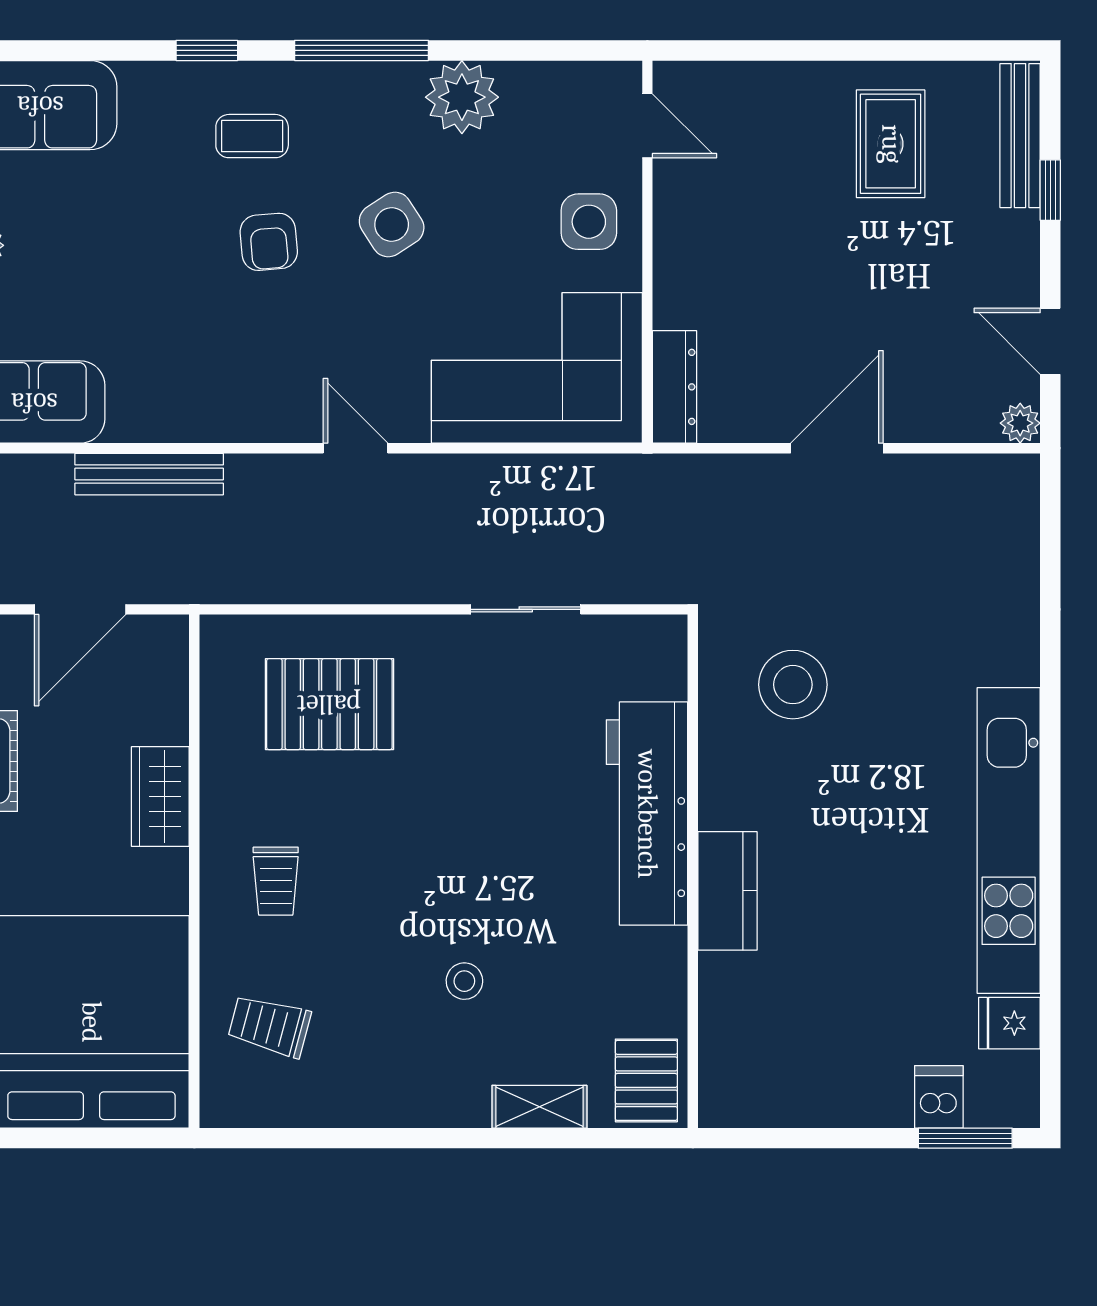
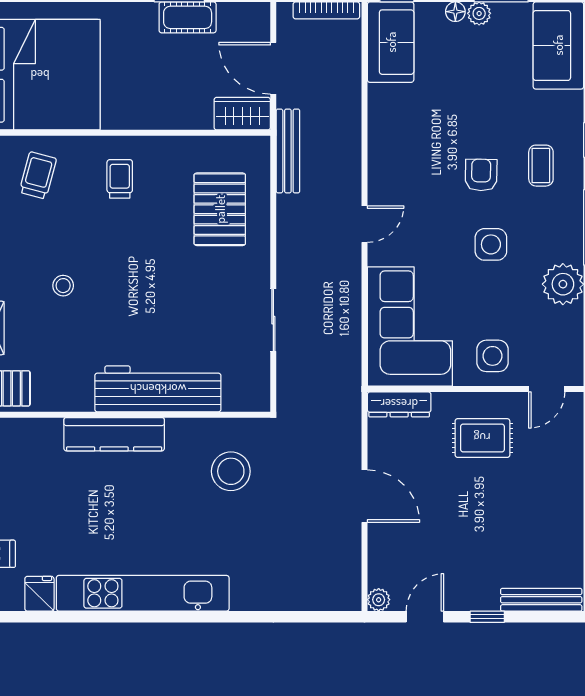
rug: (891, 144) -> (482, 438), moved
window: (1050, 190) -> (487, 617), moved
side table: (392, 224) -> (491, 244), turned 33
armchair: (269, 242) -> (481, 175), turned 96
bench: (149, 474) -> (288, 151), moved
wardrobe: (160, 797) -> (242, 114), moved
trolley: (276, 881) -> (120, 179), turned 90
kitchen counter: (727, 891) -> (114, 434), width x1.50

